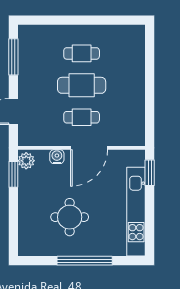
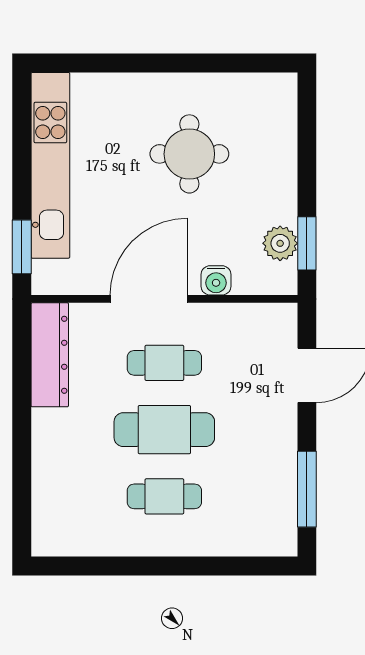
dresser: (136, 121) -> (50, 355), added
plant: (26, 161) -> (280, 243), moved
window: (85, 261) -> (158, 63), removed

